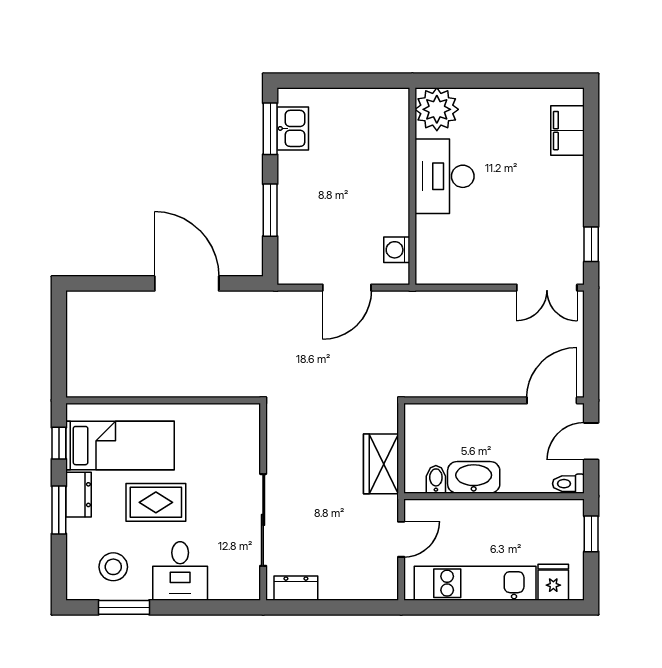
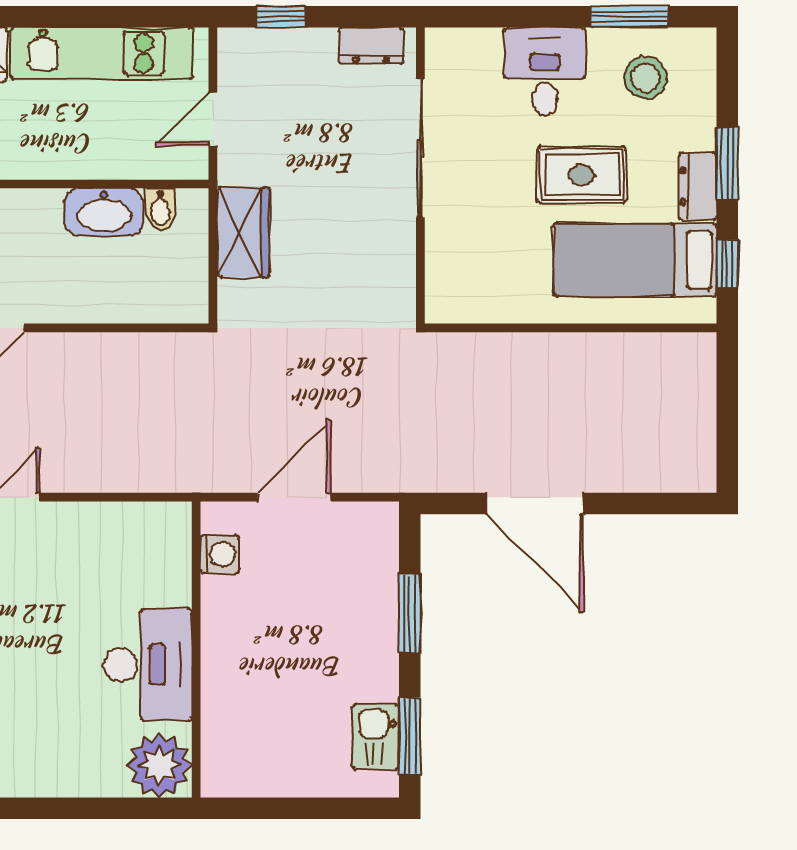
window: (356, 607) -> (281, 17), added

